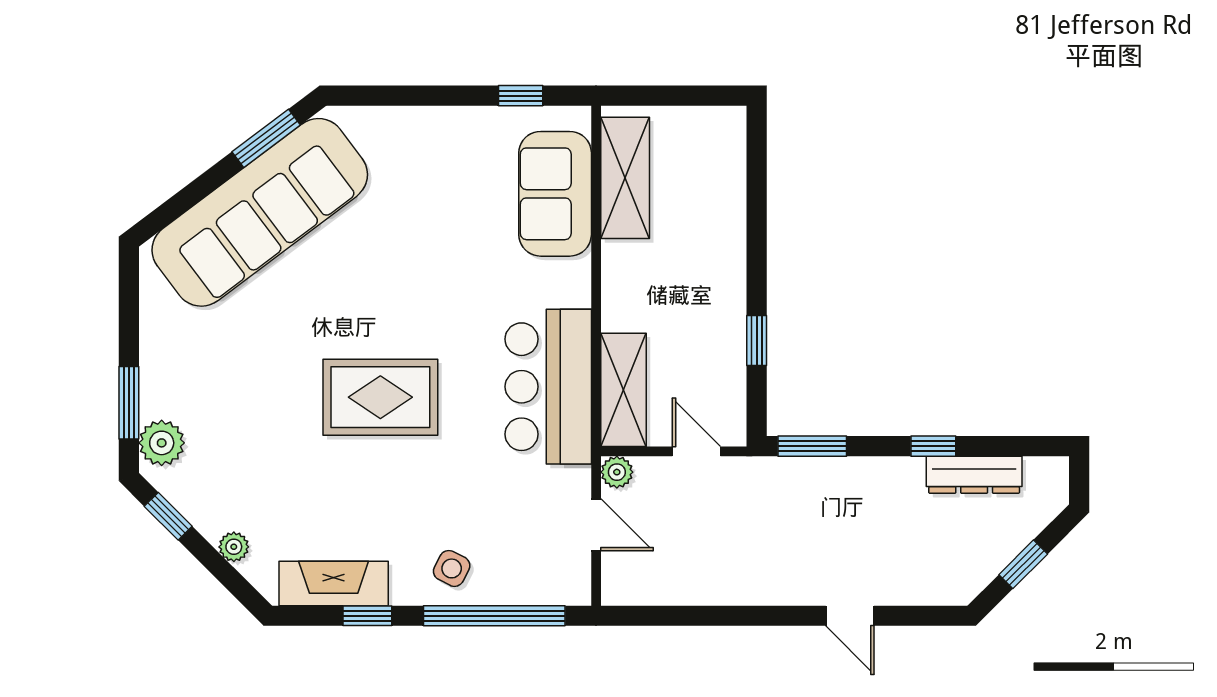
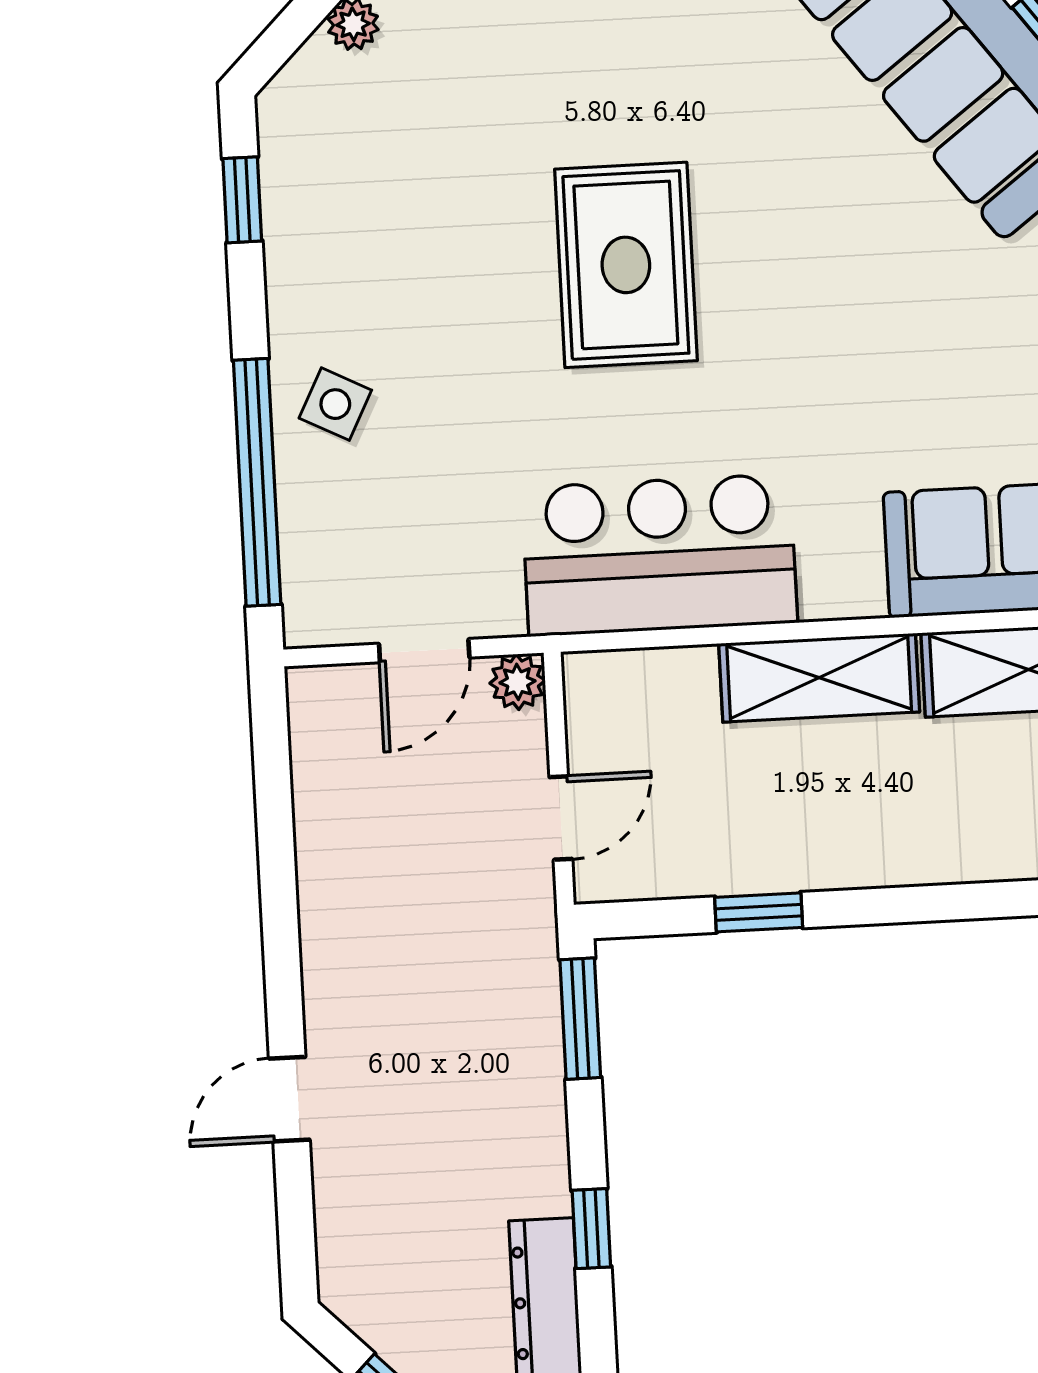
shelving: (624, 390) -> (819, 678), moved
fireplace: (334, 583) -> (299, 201), removed
window: (367, 616) -> (242, 200), moved

